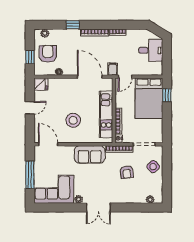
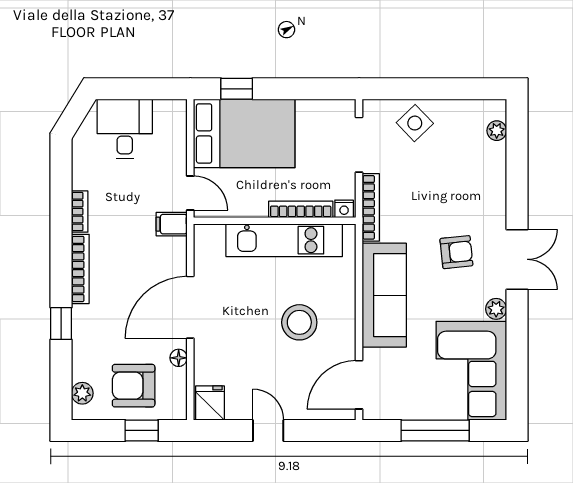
door: (90, 77) -> (190, 307), moved
sofa: (90, 154) -> (384, 295), width x1.36
armchair: (127, 172) -> (456, 252), moved

